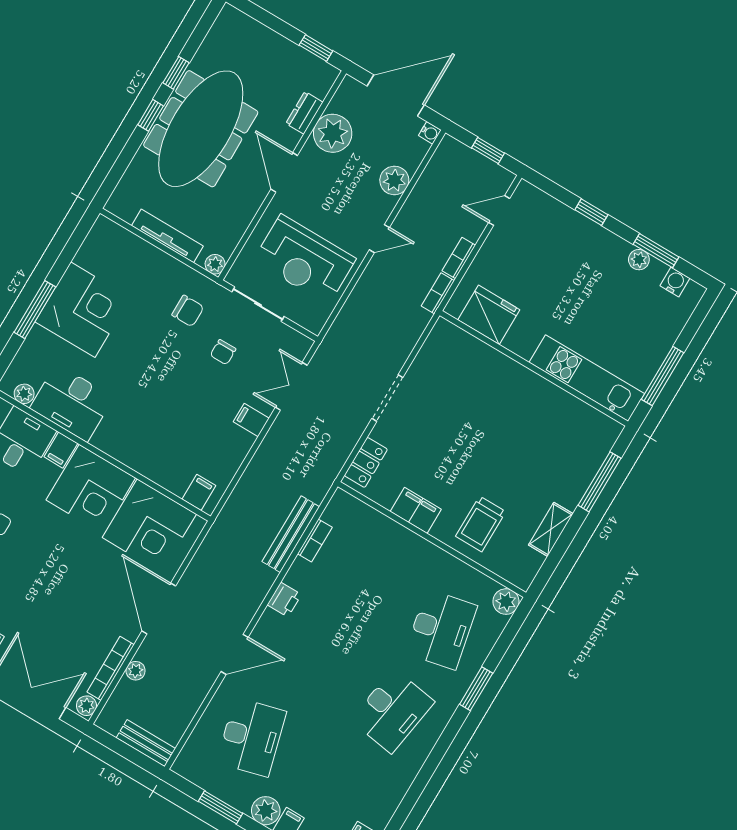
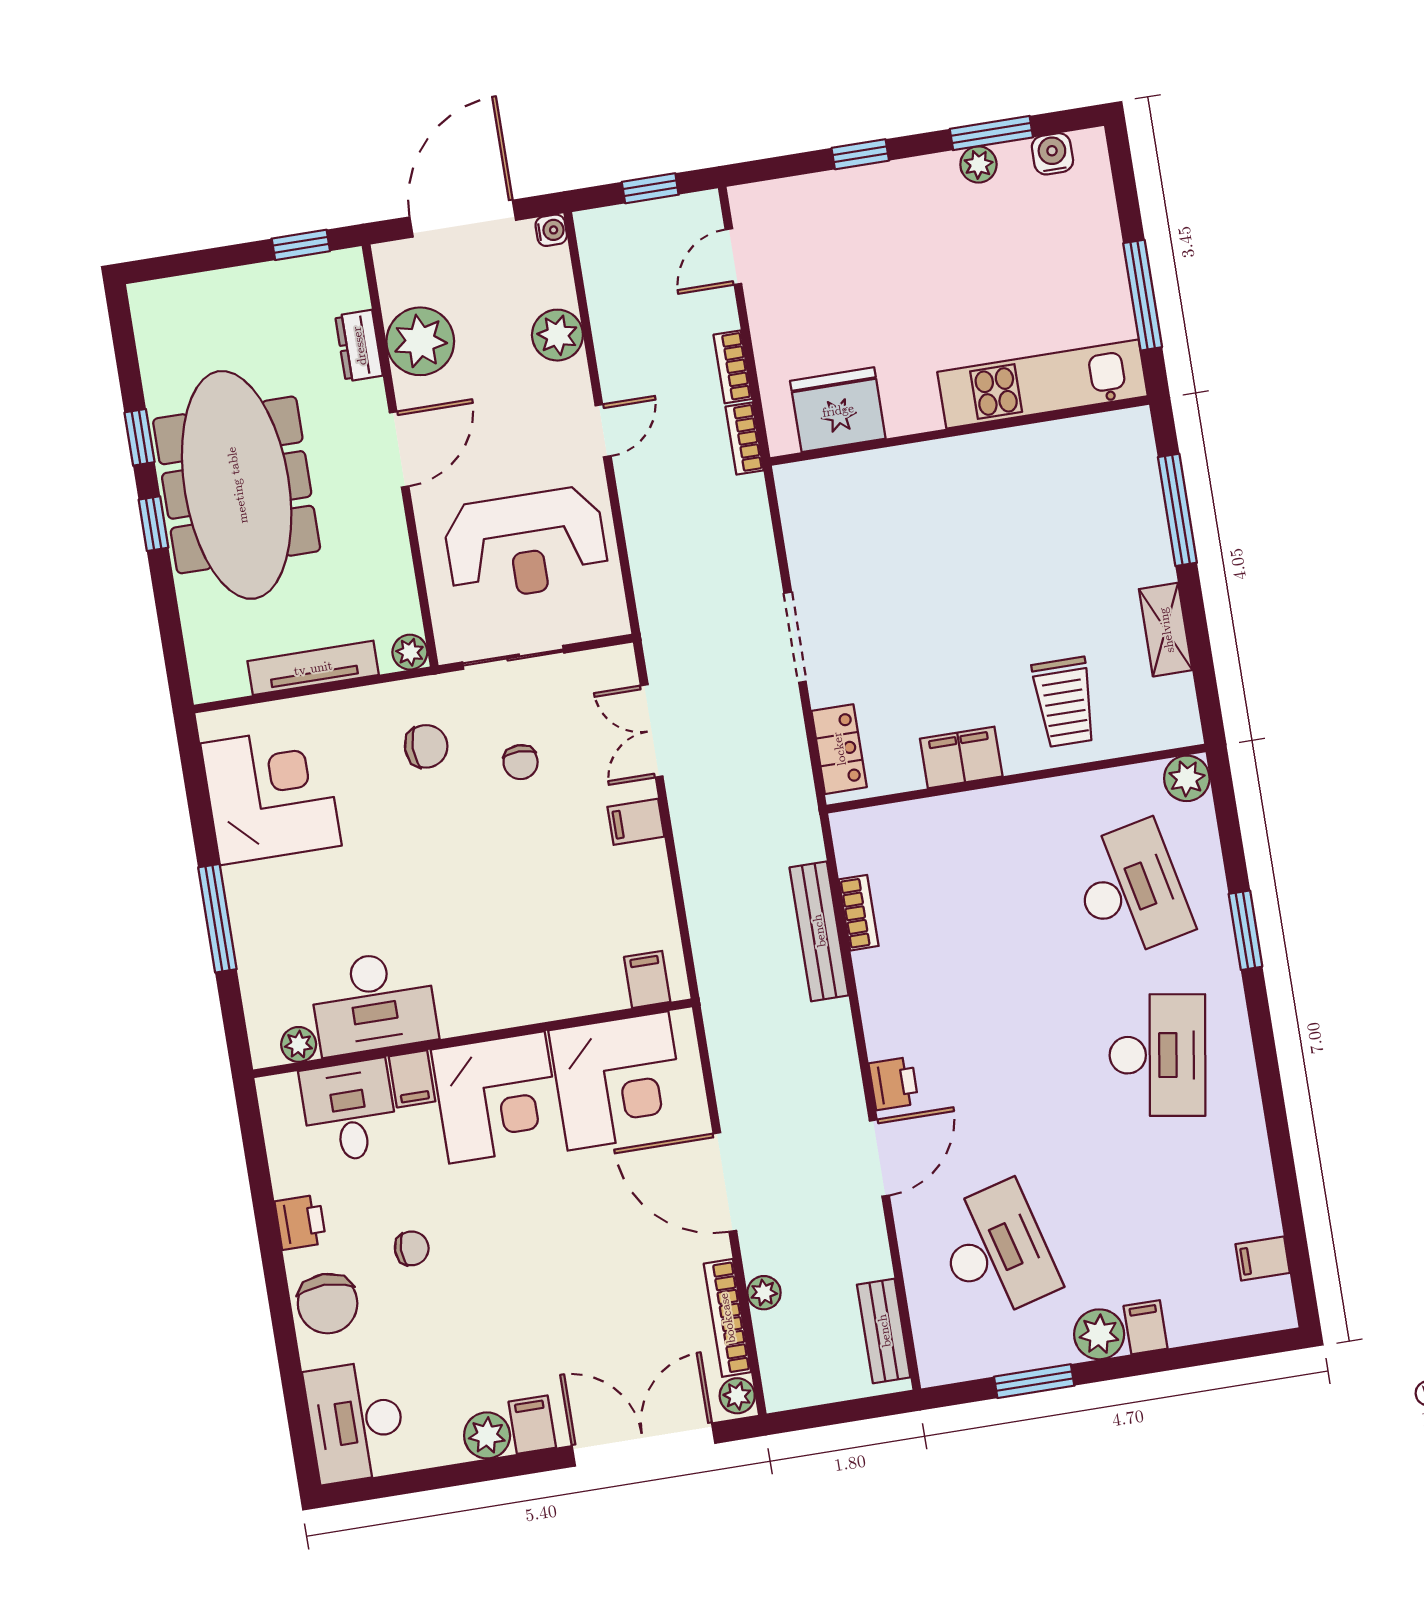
door: (284, 172) -> (399, 449), swing flipped
corner desk: (83, 310) -> (271, 795), moved
printer: (284, 600) -> (894, 1083), moved
bench: (146, 743) -> (884, 1331), moved, turned 90

